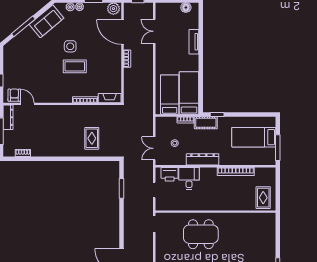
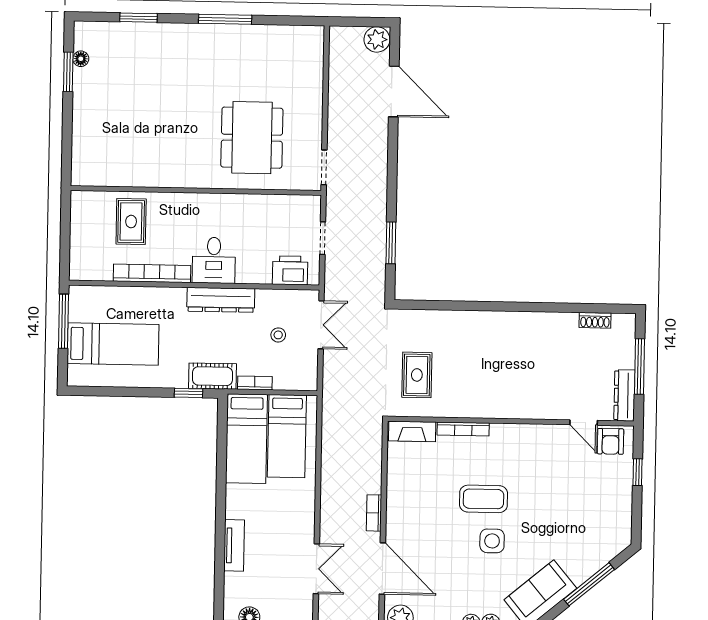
rug: (92, 138) -> (417, 375), moved
desk: (189, 178) -> (214, 260), moved
rug: (263, 198) -> (131, 222), moved
dining table: (201, 234) -> (252, 138), moved, turned 90

